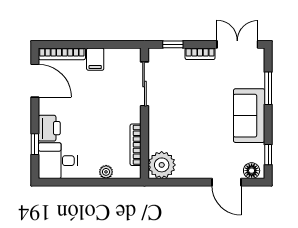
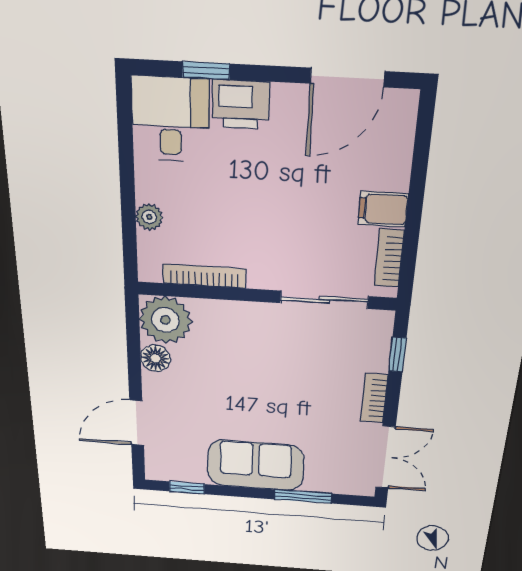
bookcase: (62, 54) -> (389, 258), moved, width x0.64
floor lamp: (252, 171) -> (156, 358), moved

